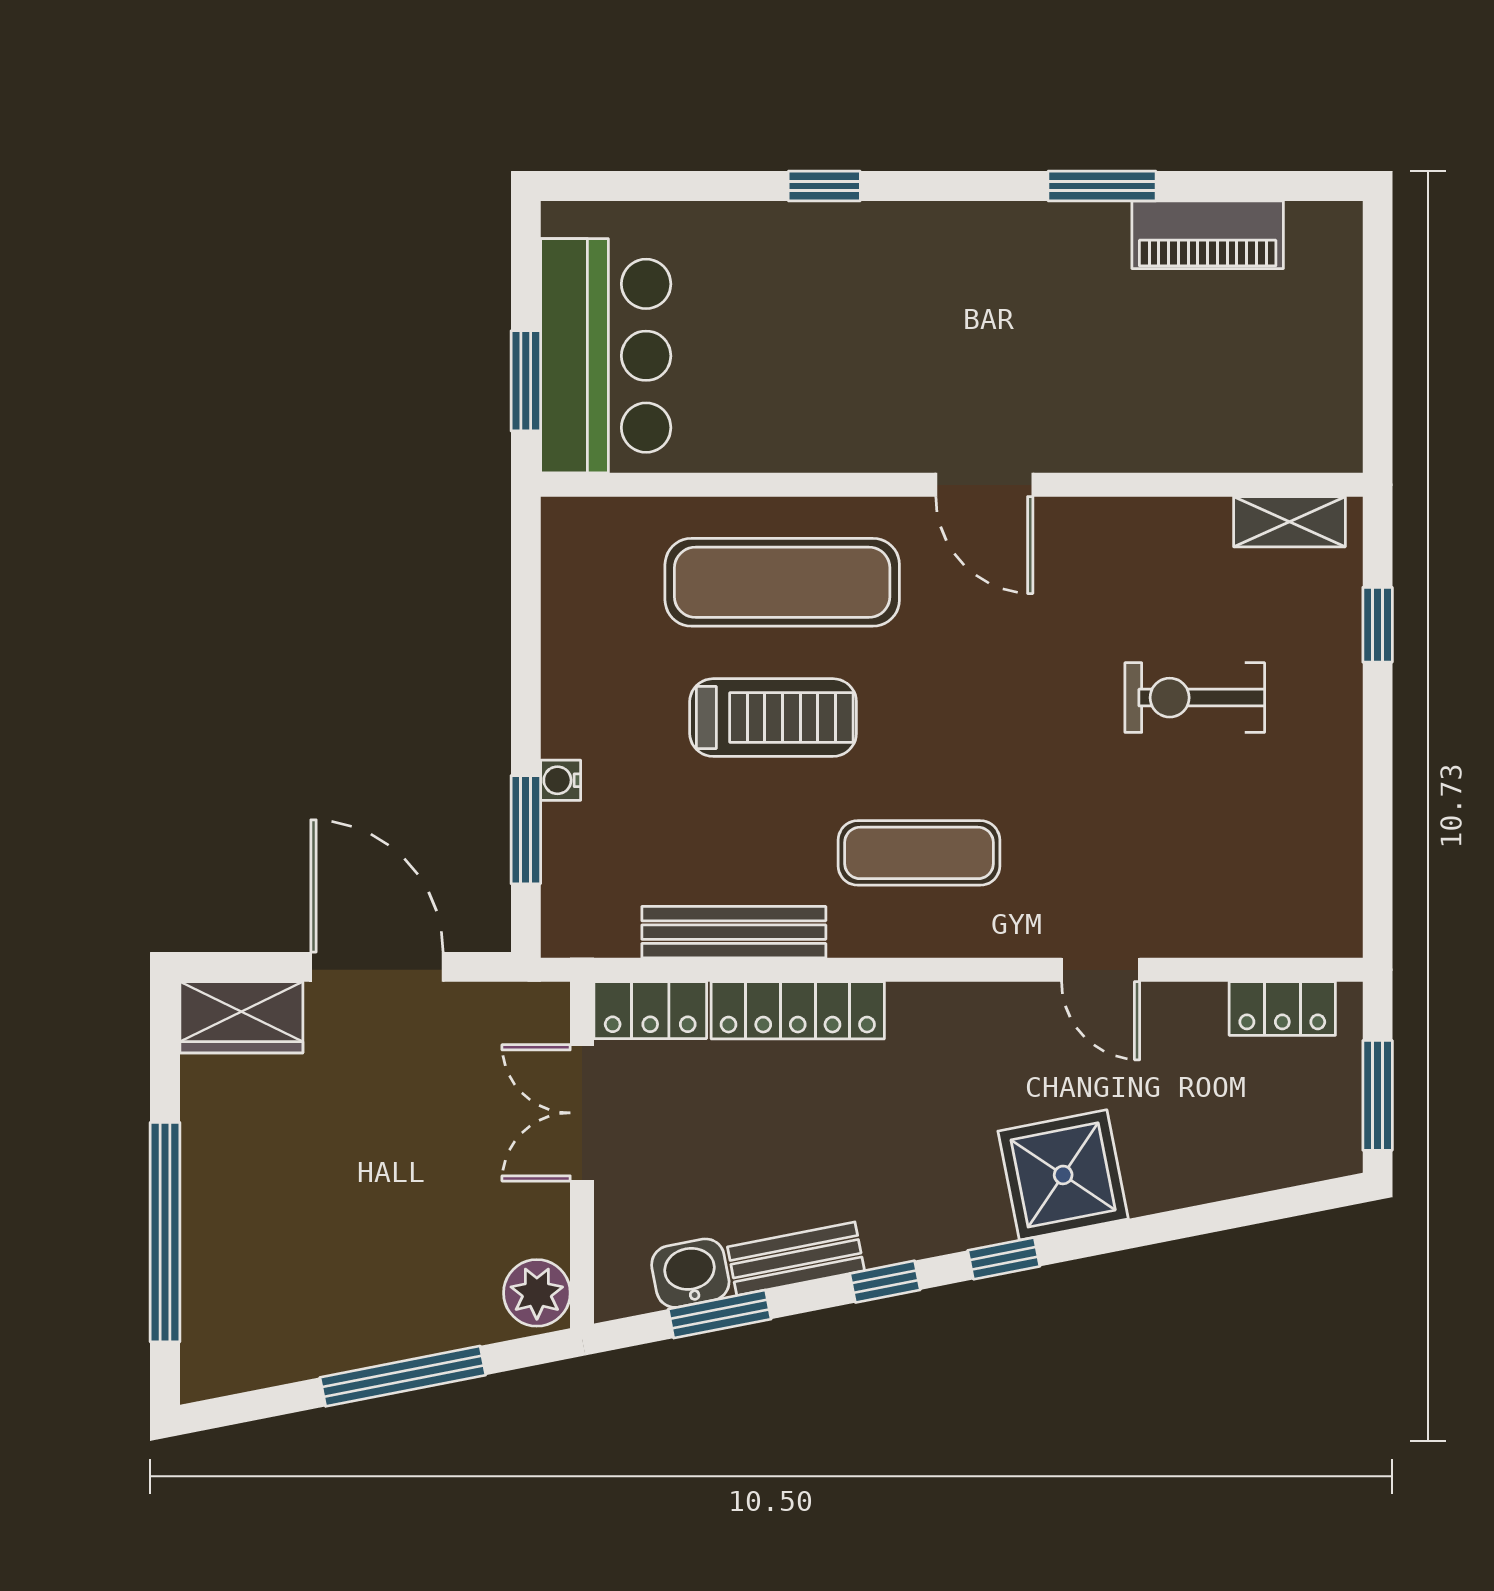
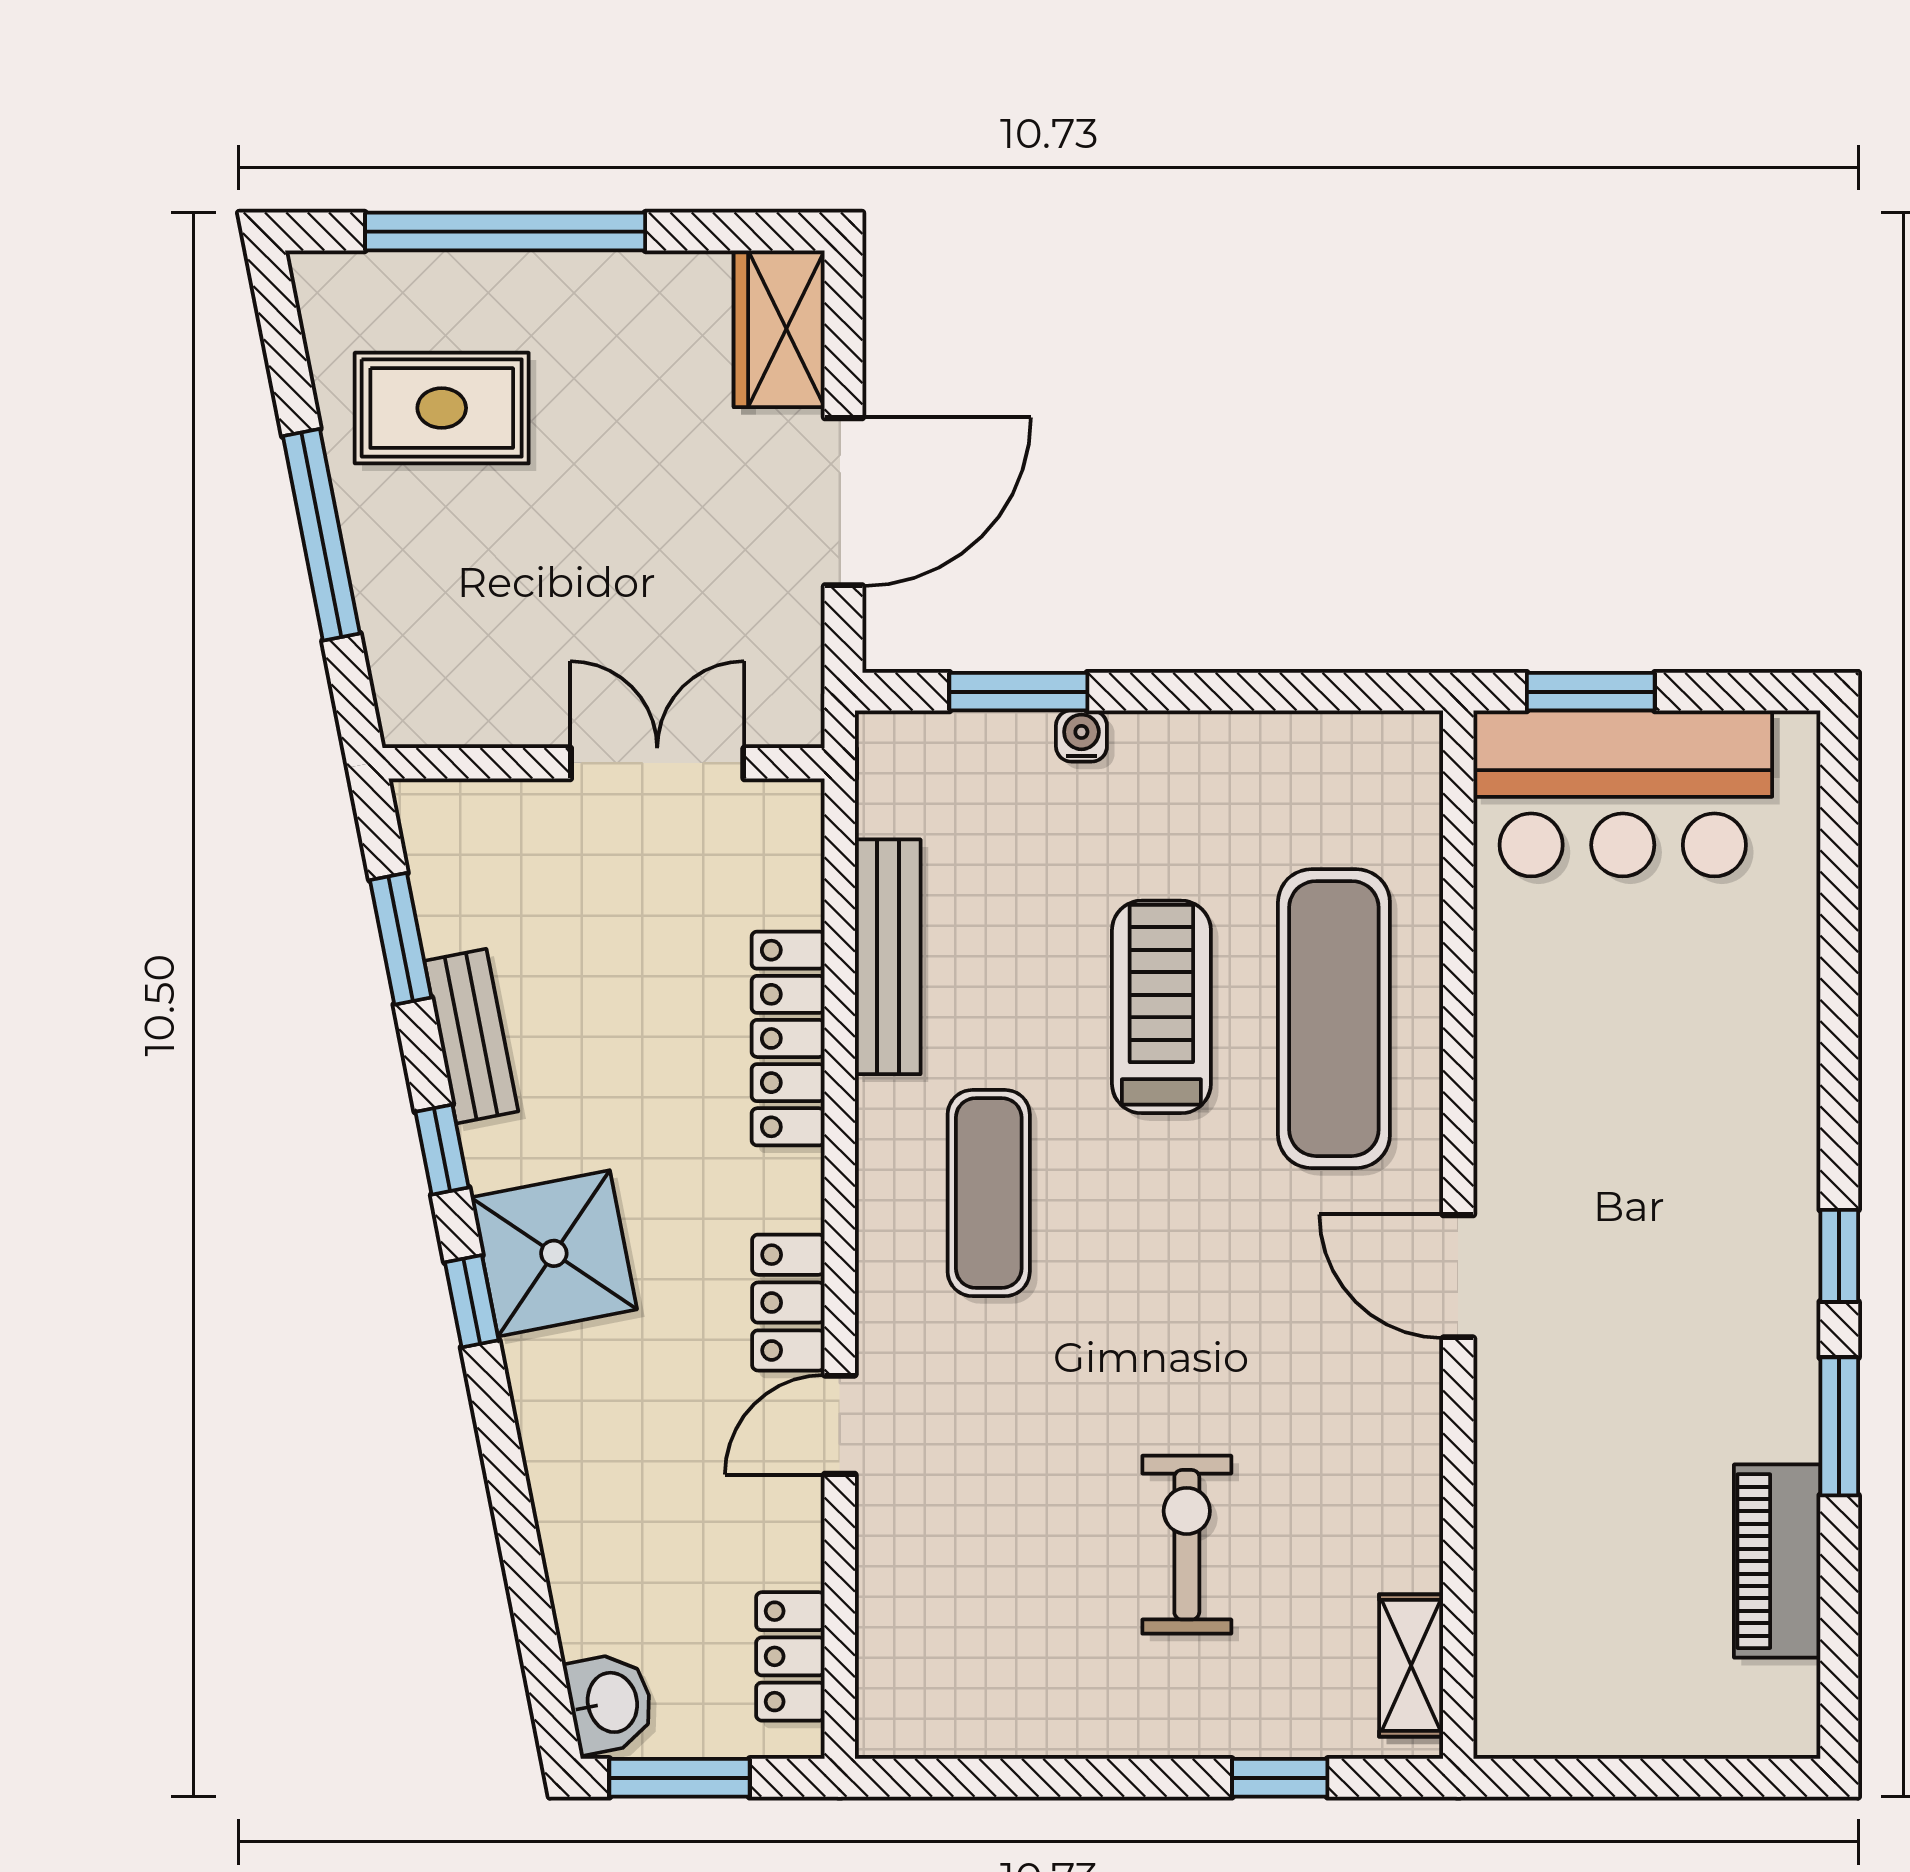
window: (824, 186) -> (1839, 1256), moved
door: (984, 485) -> (1458, 1276), hinge flipped
treadmill: (773, 718) -> (1161, 1007), turned 180
locker: (650, 1010) -> (788, 1303), moved
shower: (1063, 1175) -> (554, 1253), moved
washbasin: (690, 1273) -> (610, 1703), moved
rug: (303, 1282) -> (442, 408), added
plant: (537, 1293) -> (428, 706), removed

